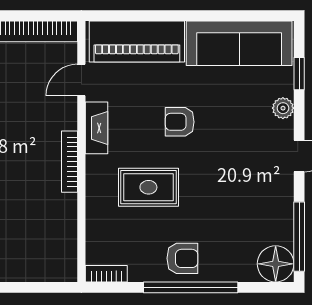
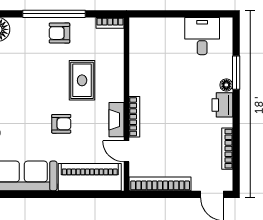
door: (81, 80) -> (127, 151), swing flipped
bookcase: (70, 162) -> (134, 117), moved
rug: (148, 187) -> (82, 80), turned 90

